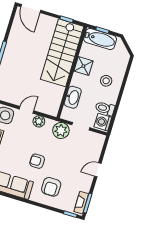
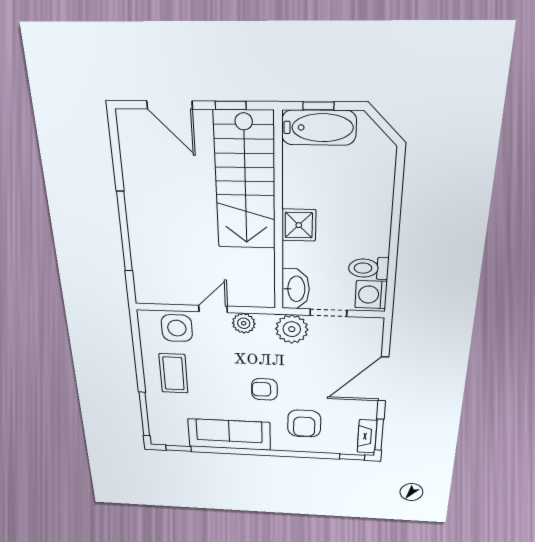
door: (31, 8) -> (170, 105), moved
shower: (83, 66) -> (299, 225), moved
stool: (106, 81) -> (356, 213), removed
washbasin: (73, 97) -> (296, 289), moved
door: (98, 170) -> (383, 379), width x1.88

